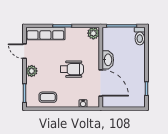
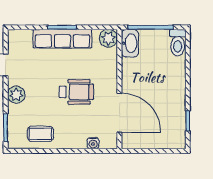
row of seats: (45, 34) -> (62, 39), moved
washbasin: (108, 60) -> (130, 43), moved

